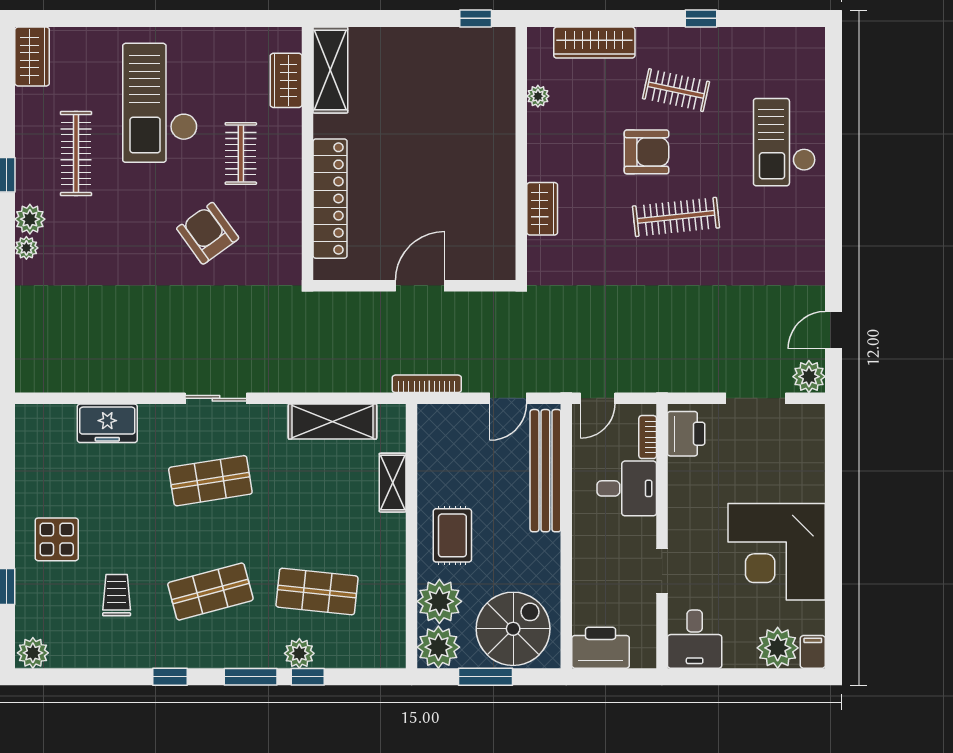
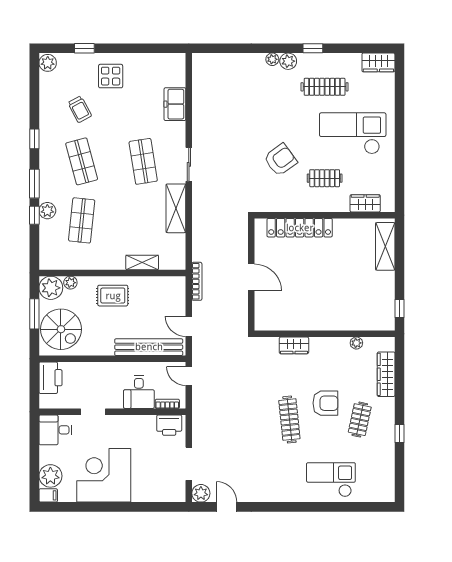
shelving: (330, 70) -> (385, 246), moved, turned 90
armchair: (647, 152) -> (325, 403), turned -90
shelving: (332, 422) -> (176, 208), moved
trolley: (117, 595) -> (80, 109), turned 62
plant: (439, 601) -> (70, 283), width x0.53, depth x0.53

